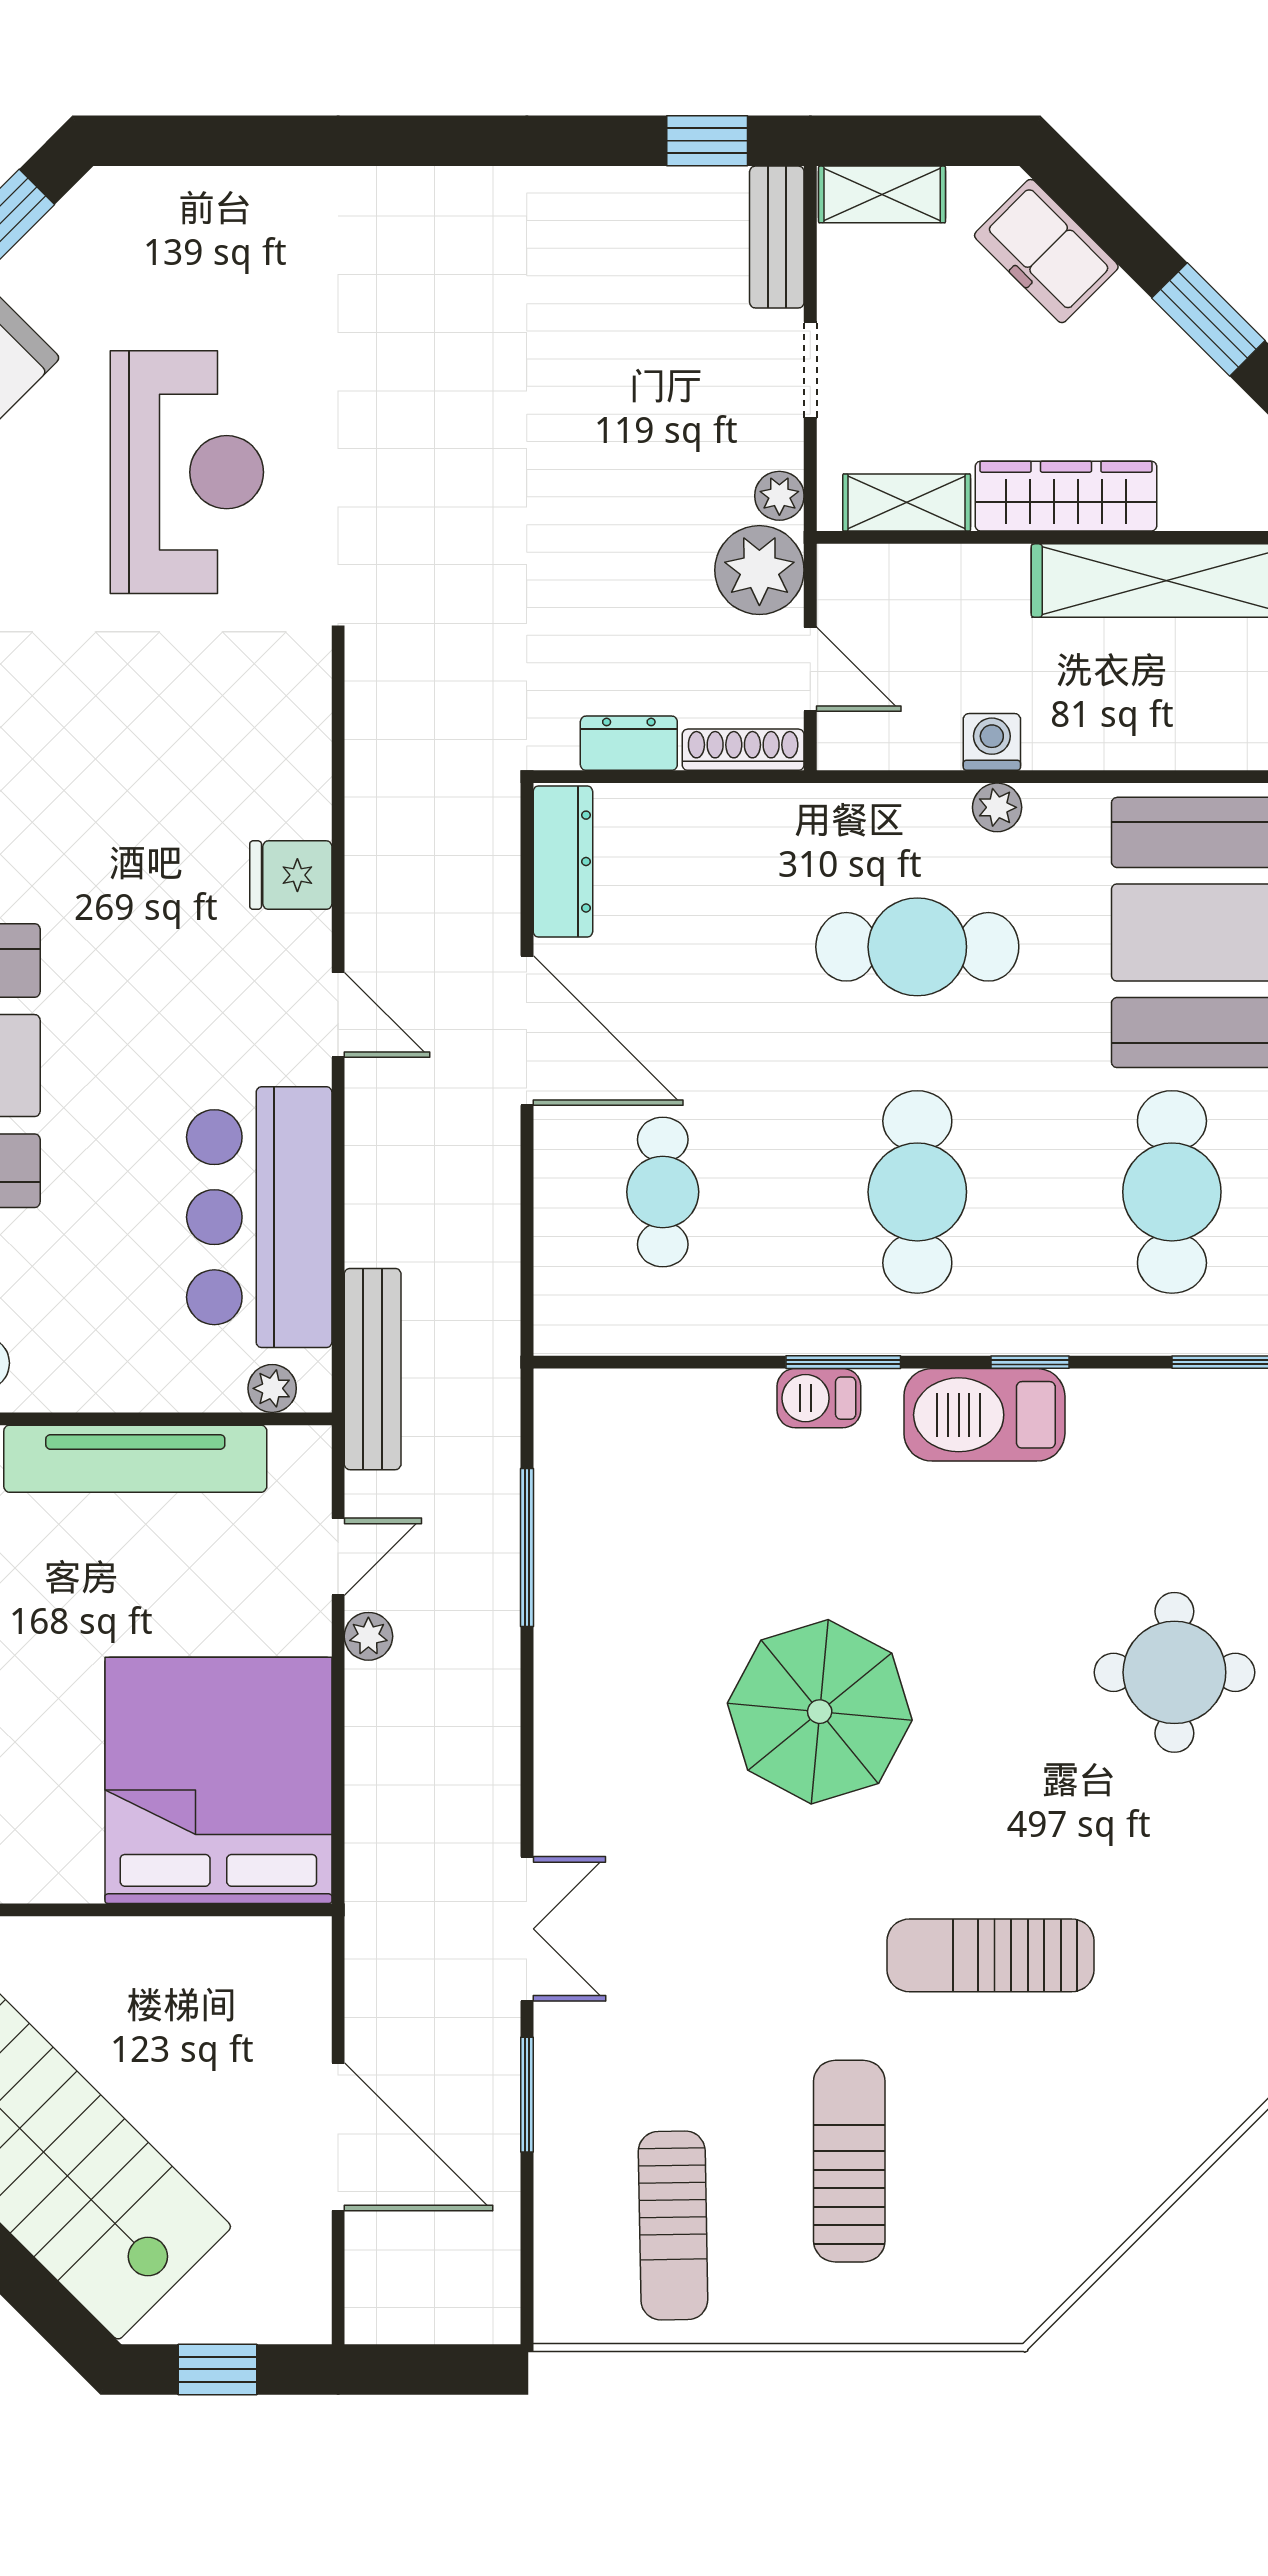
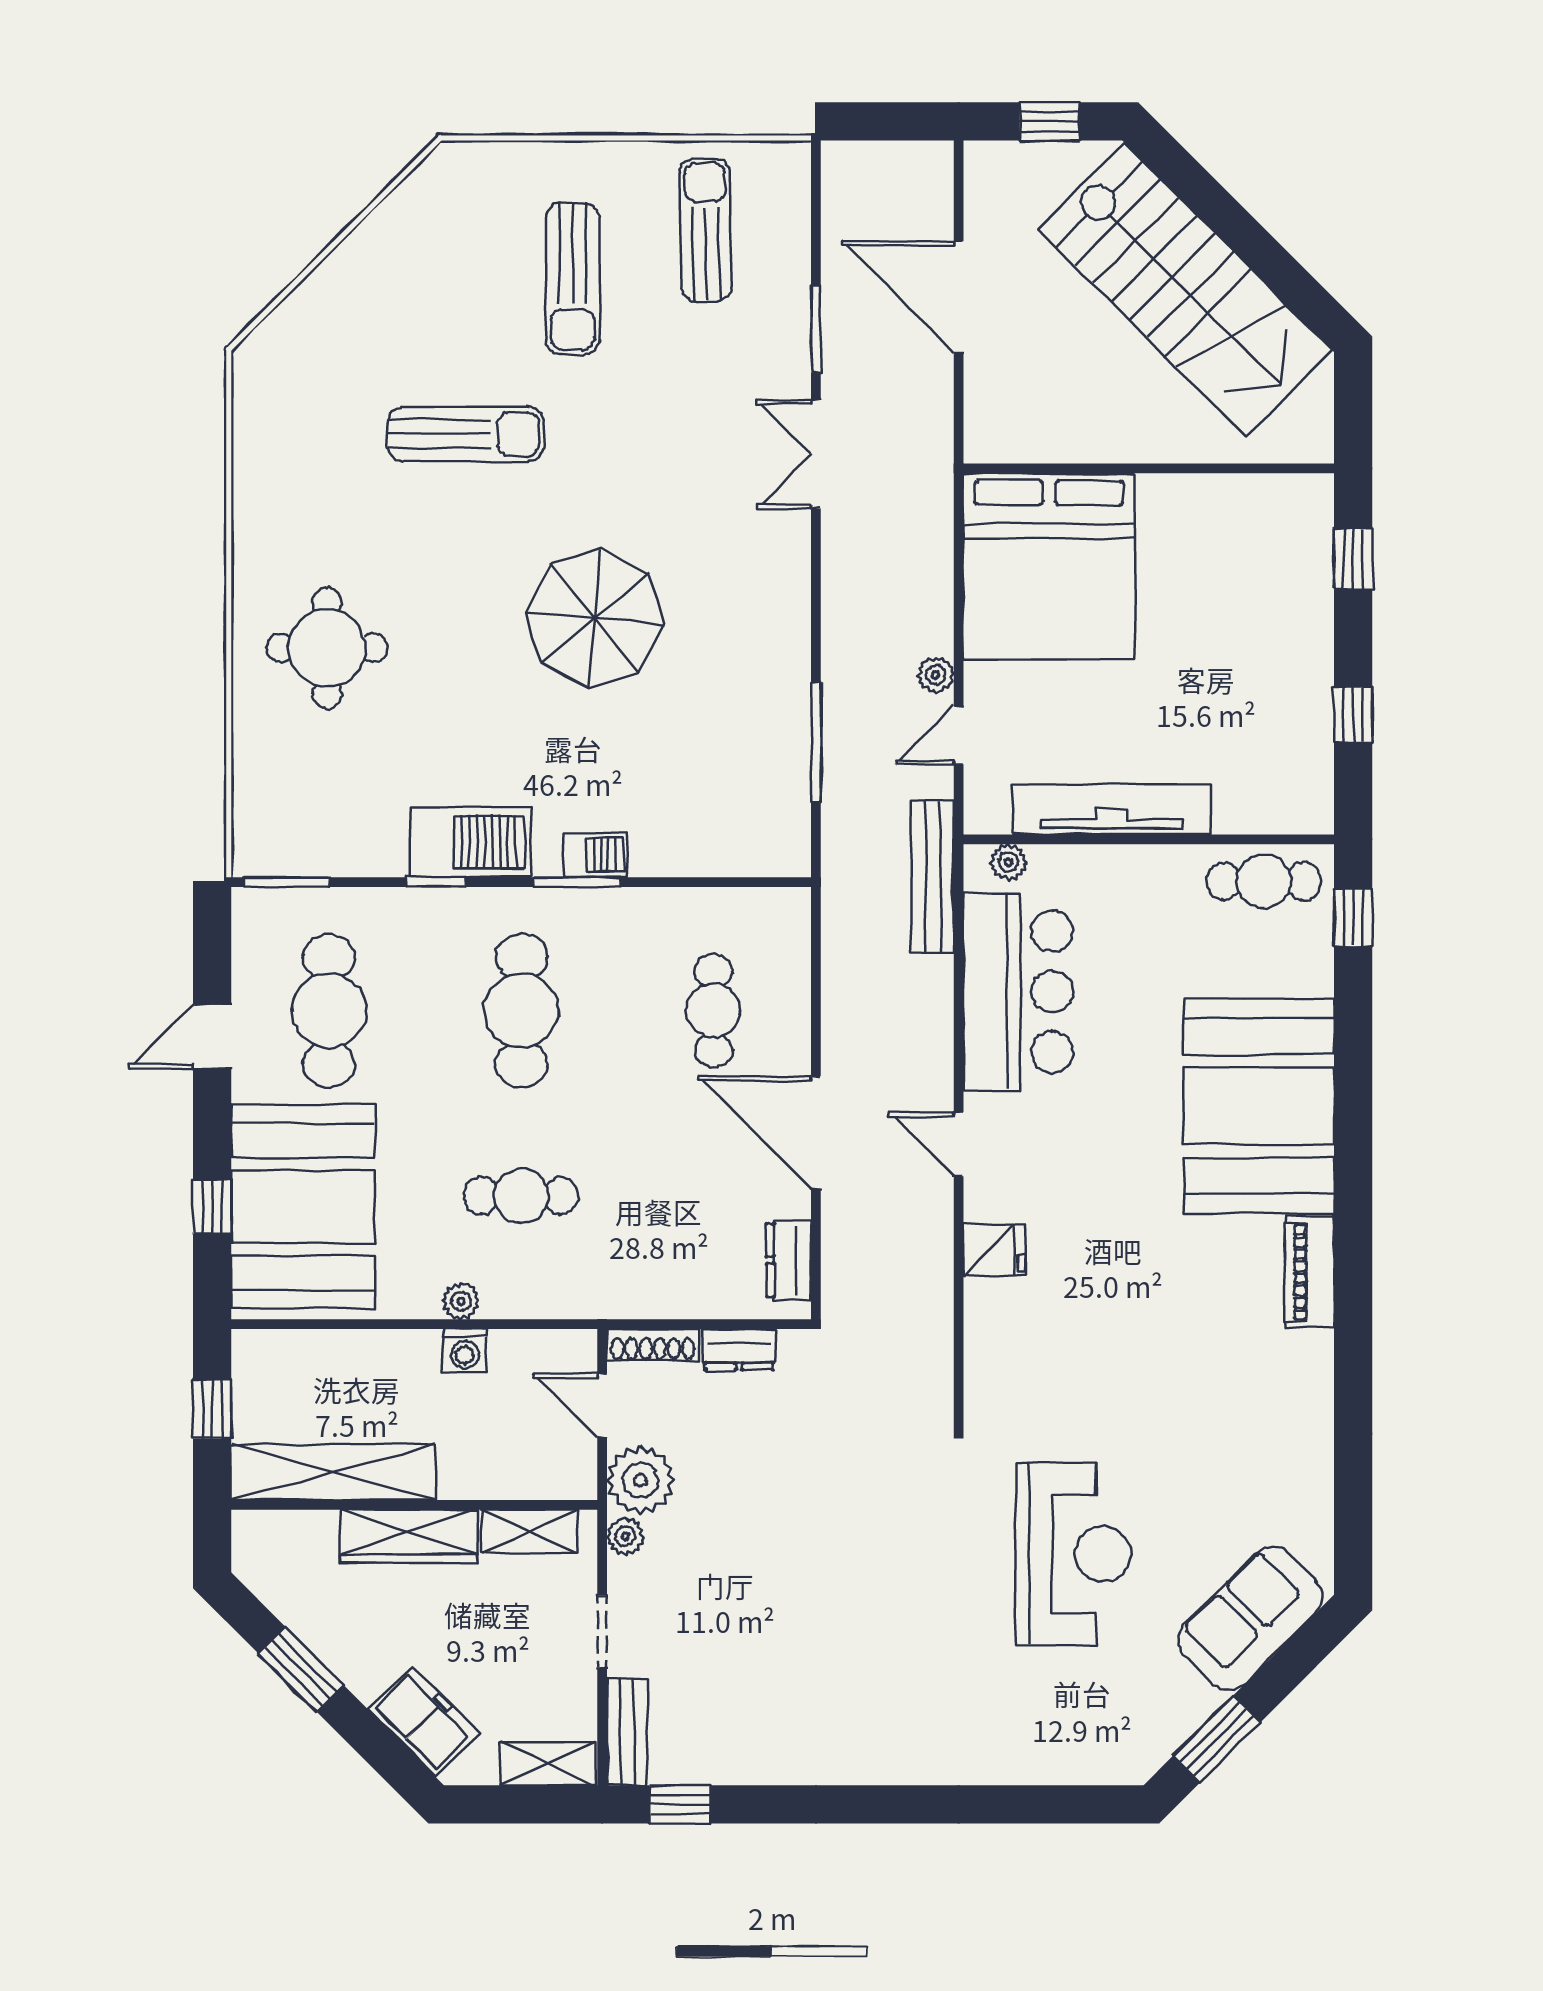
reception desk: (187, 472) -> (1073, 1554), turned 180
dresser: (563, 862) -> (789, 1260), width x0.70
cafe table: (917, 947) -> (521, 1196), width x0.73, depth x0.74

